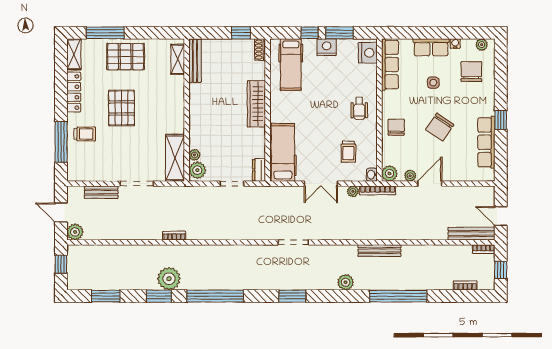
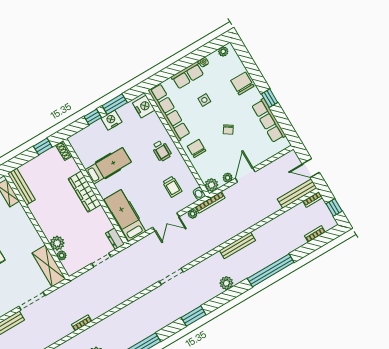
hospital bed: (291, 65) -> (108, 166), moved, turned -90
row of seats: (390, 65) -> (169, 112), width x1.36
chair: (471, 72) -> (242, 83), moved
chair: (440, 127) -> (228, 129), width x0.54, depth x0.54
plant: (197, 170) -> (57, 243), moved

